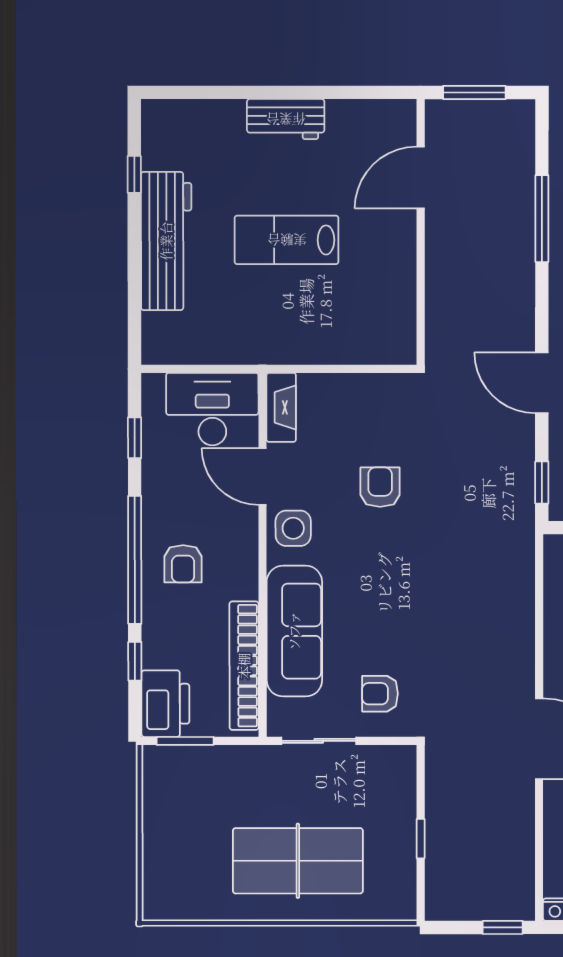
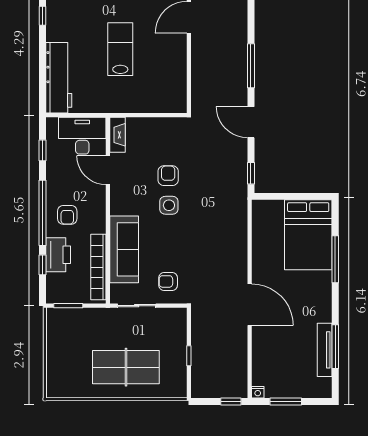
window: (542, 219) -> (251, 66), moved
lab bench: (287, 240) -> (120, 49), turned 90
workbench: (166, 241) -> (59, 78), moved
side table: (293, 528) -> (169, 205), moved
printer: (165, 704) -> (58, 255), moved

